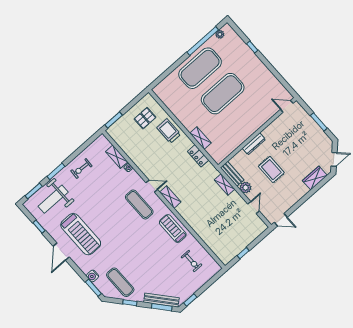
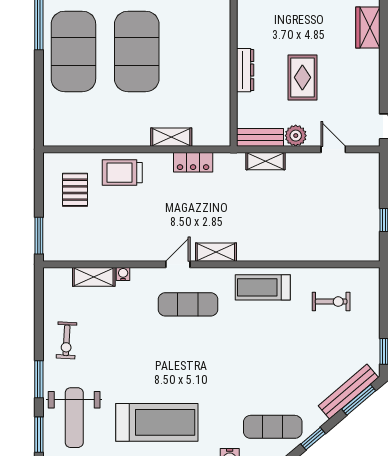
rug: (271, 170) -> (302, 77), turned 90

